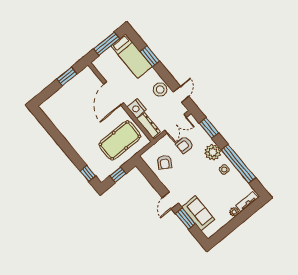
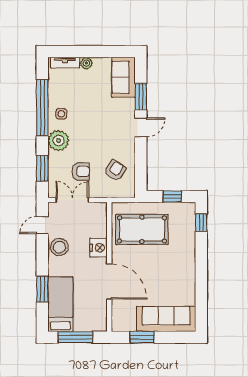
door: (114, 93) -> (109, 281), hinge flipped
sofa: (62, 99) -> (166, 319), added
dresser: (149, 125) -> (101, 221), removed
sofa: (198, 213) -> (124, 77), moved

